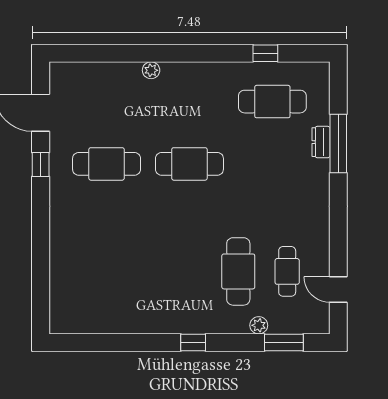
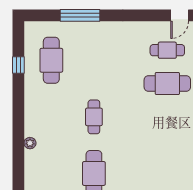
dresser: (321, 142) -> (79, 27), removed
cafe table: (189, 164) -> (94, 117), width x0.73, depth x0.74

